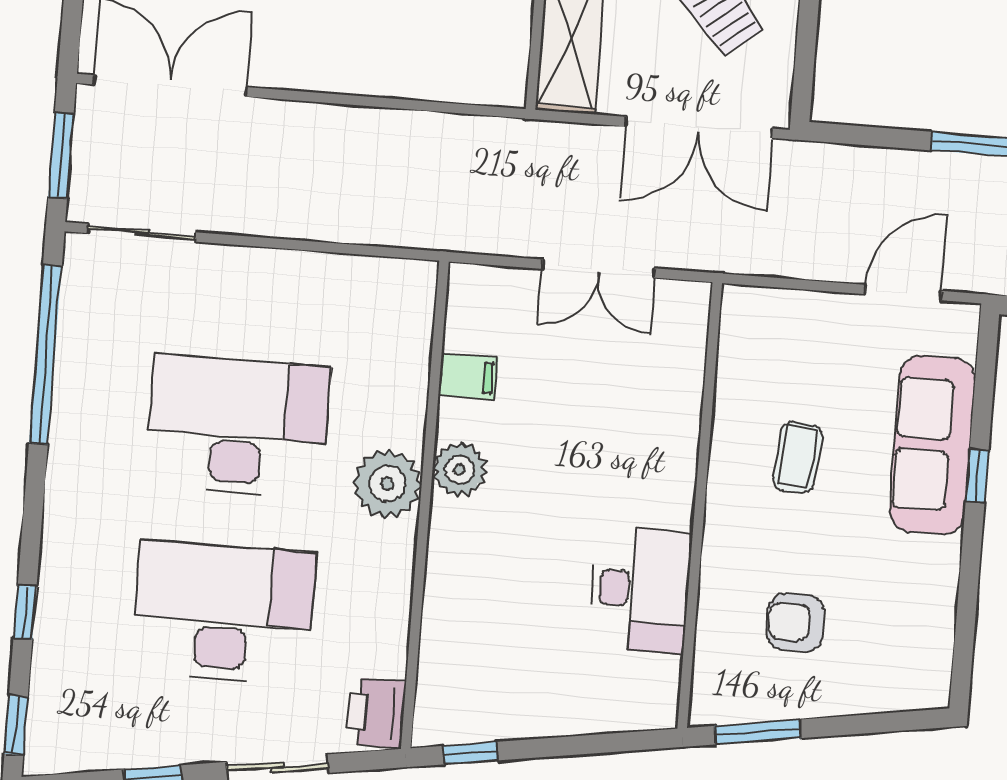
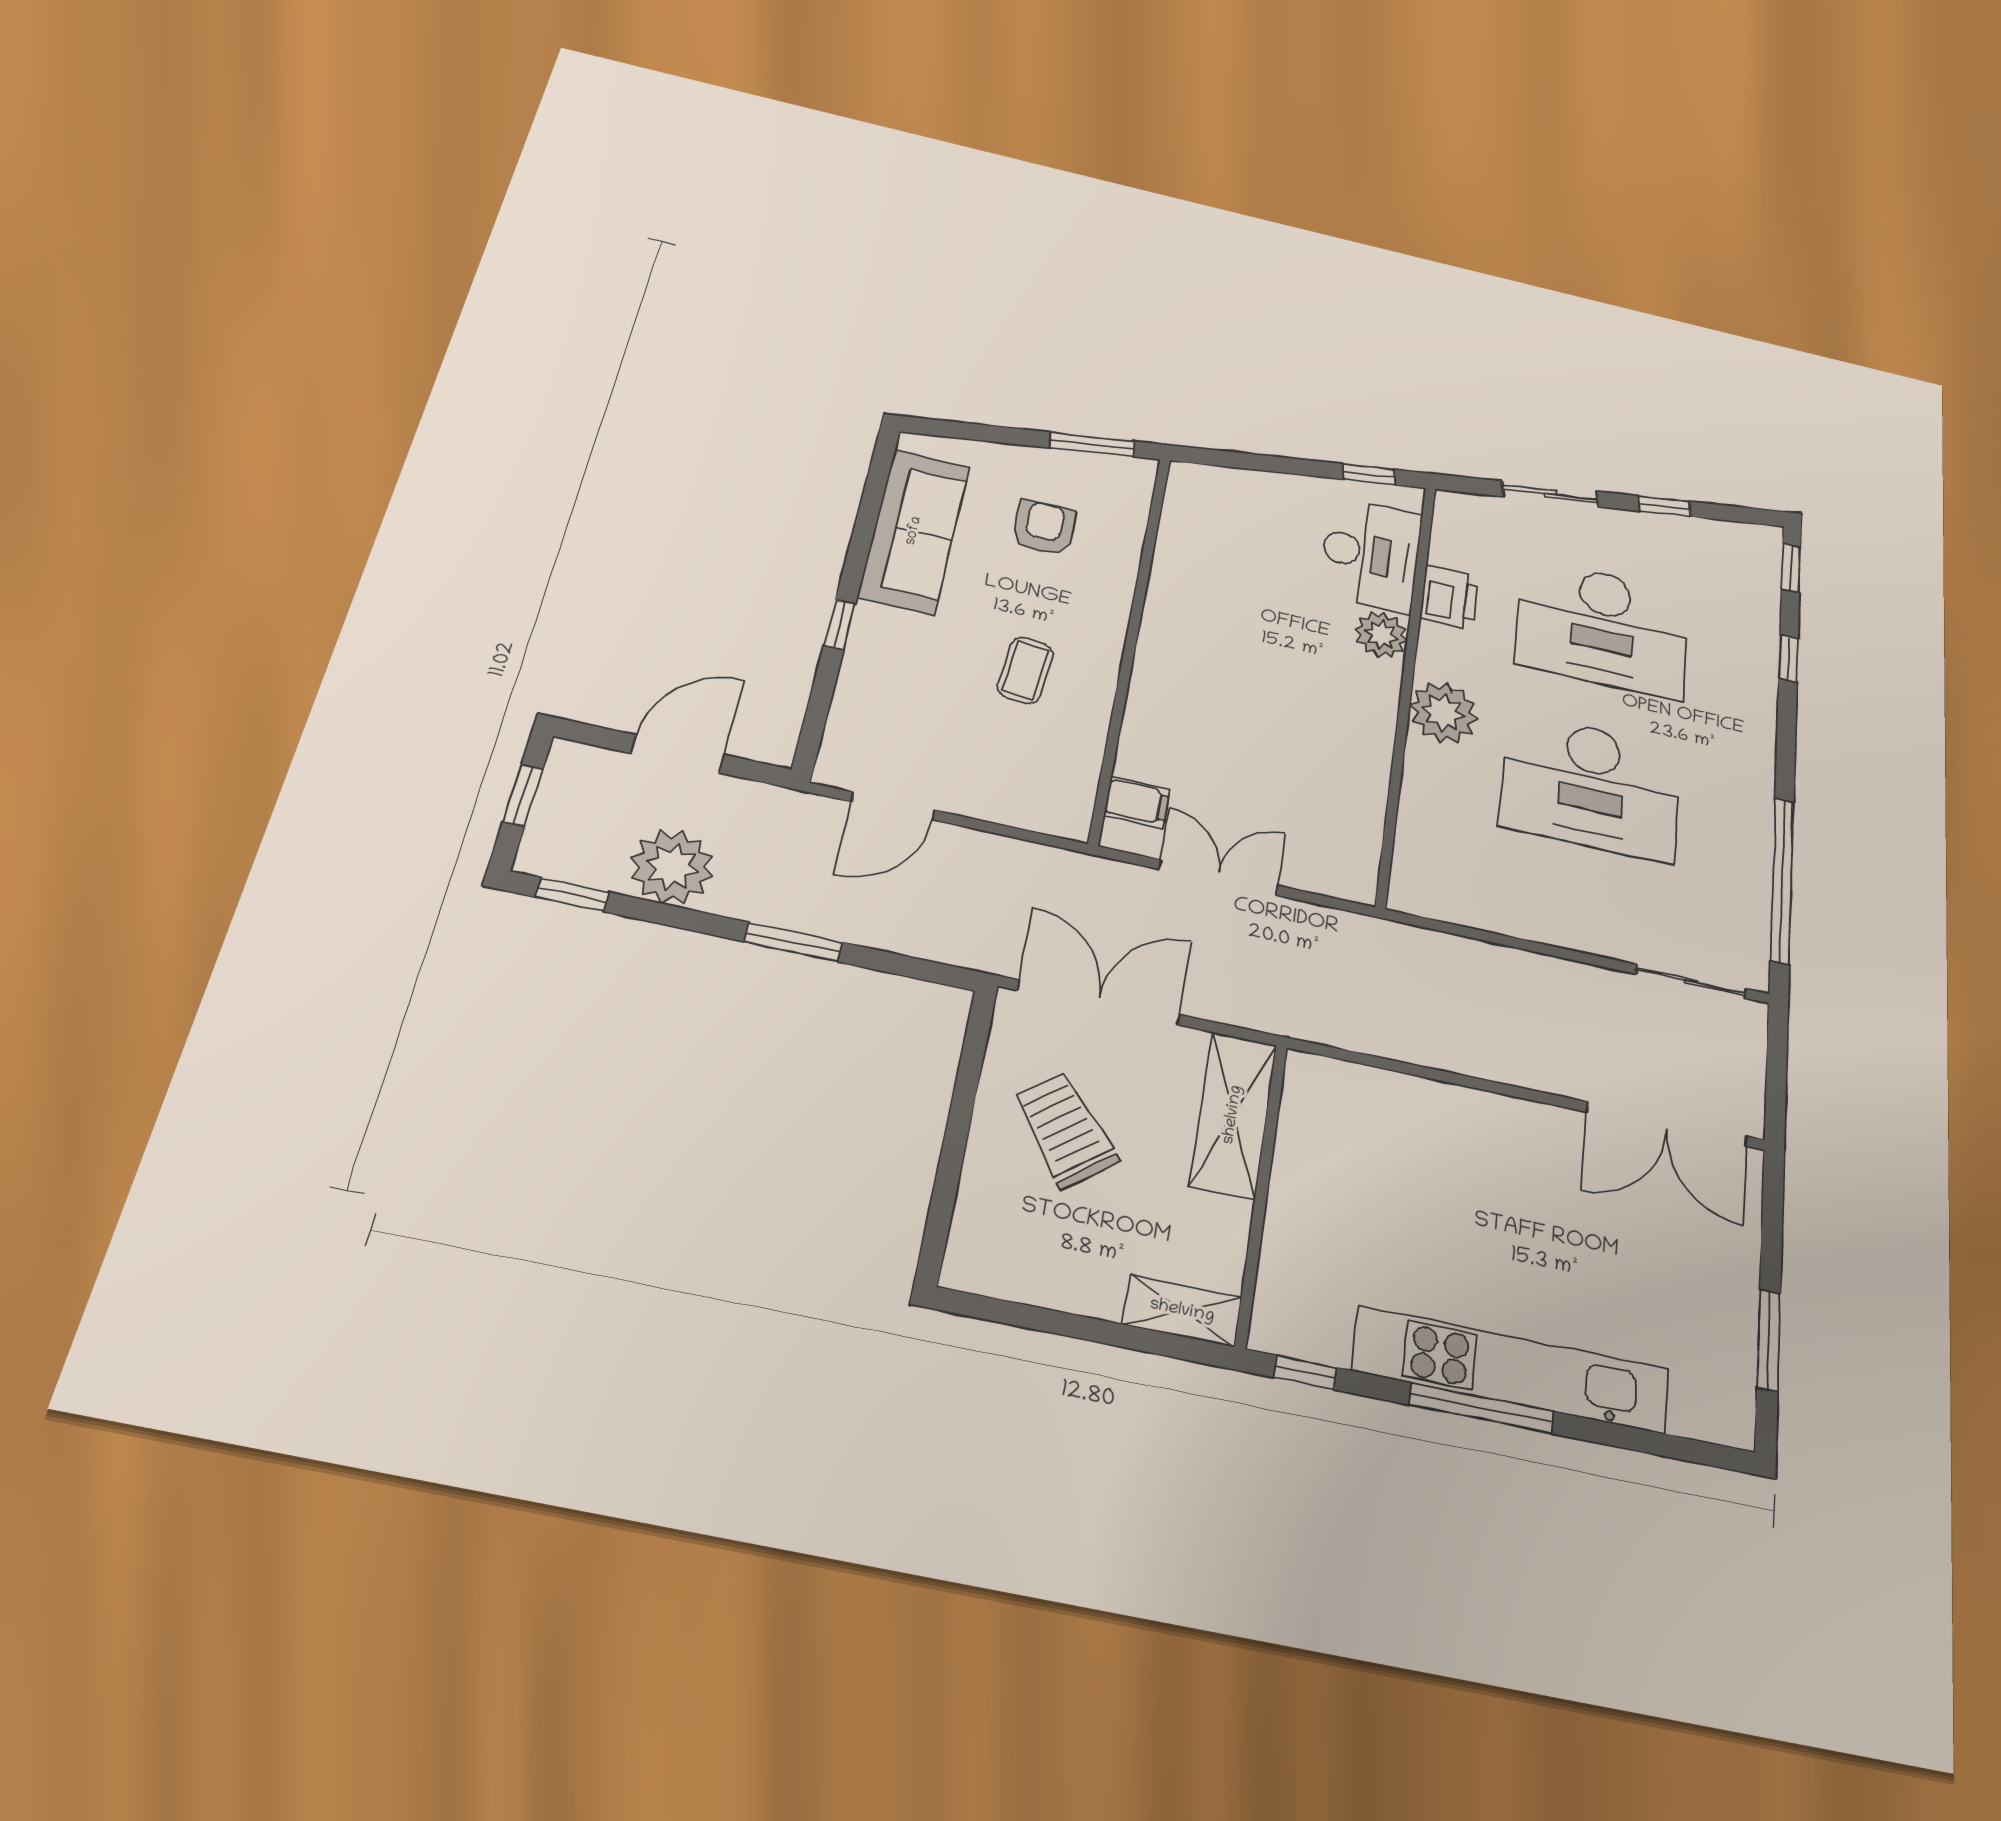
window: (61, 156) -> (1777, 1069), removed
filing cabinet: (468, 376) -> (1137, 802), moved, turned 180
sofa: (932, 445) -> (914, 531), moved
plant: (459, 469) -> (1381, 635), moved
desk: (640, 590) -> (1370, 554), moved, turned 180
armchair: (796, 622) -> (1044, 528), turned -90
printer: (376, 713) -> (1449, 597), moved

